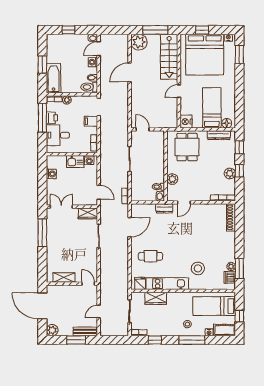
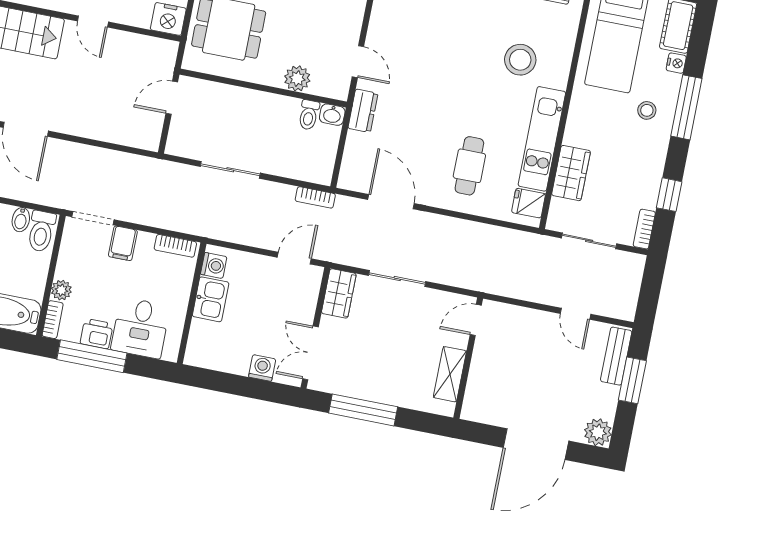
door: (143, 129) -> (172, 98), moved
washing machine: (51, 174) -> (262, 368), moved
shelving: (64, 277) -> (450, 374), moved
wall: (72, 284) -> (468, 358), moved
door: (88, 284) -> (476, 320), moved

